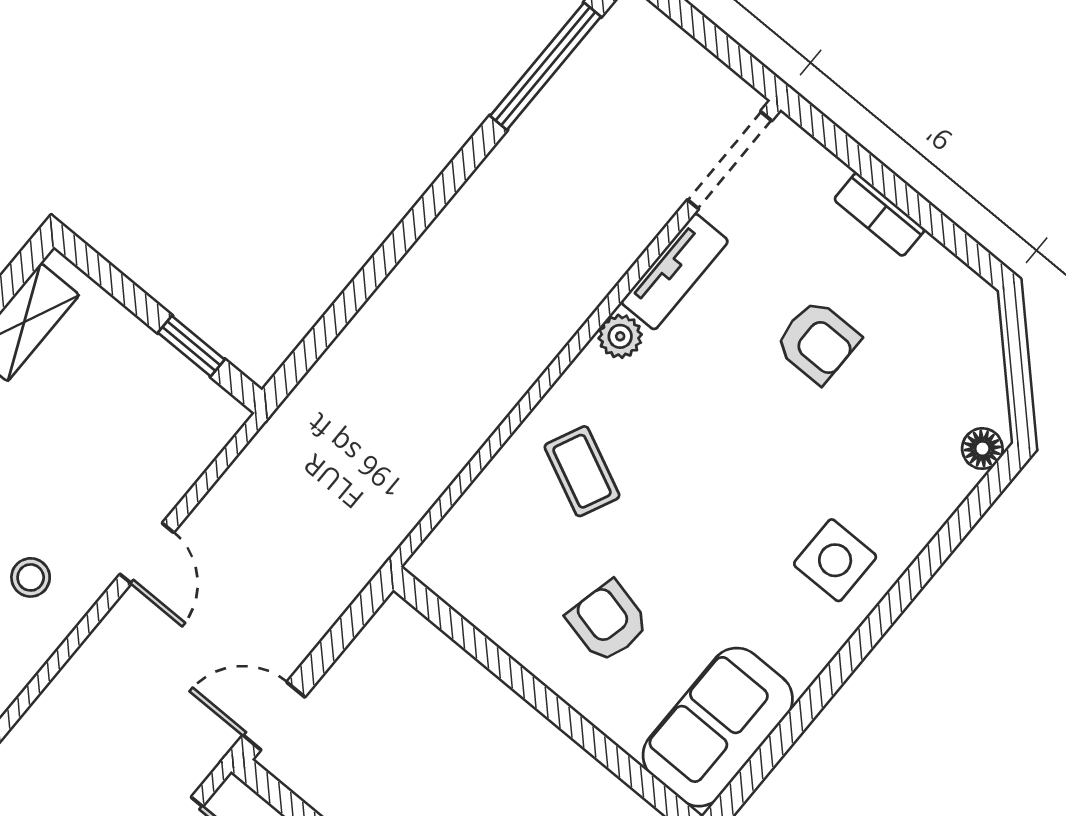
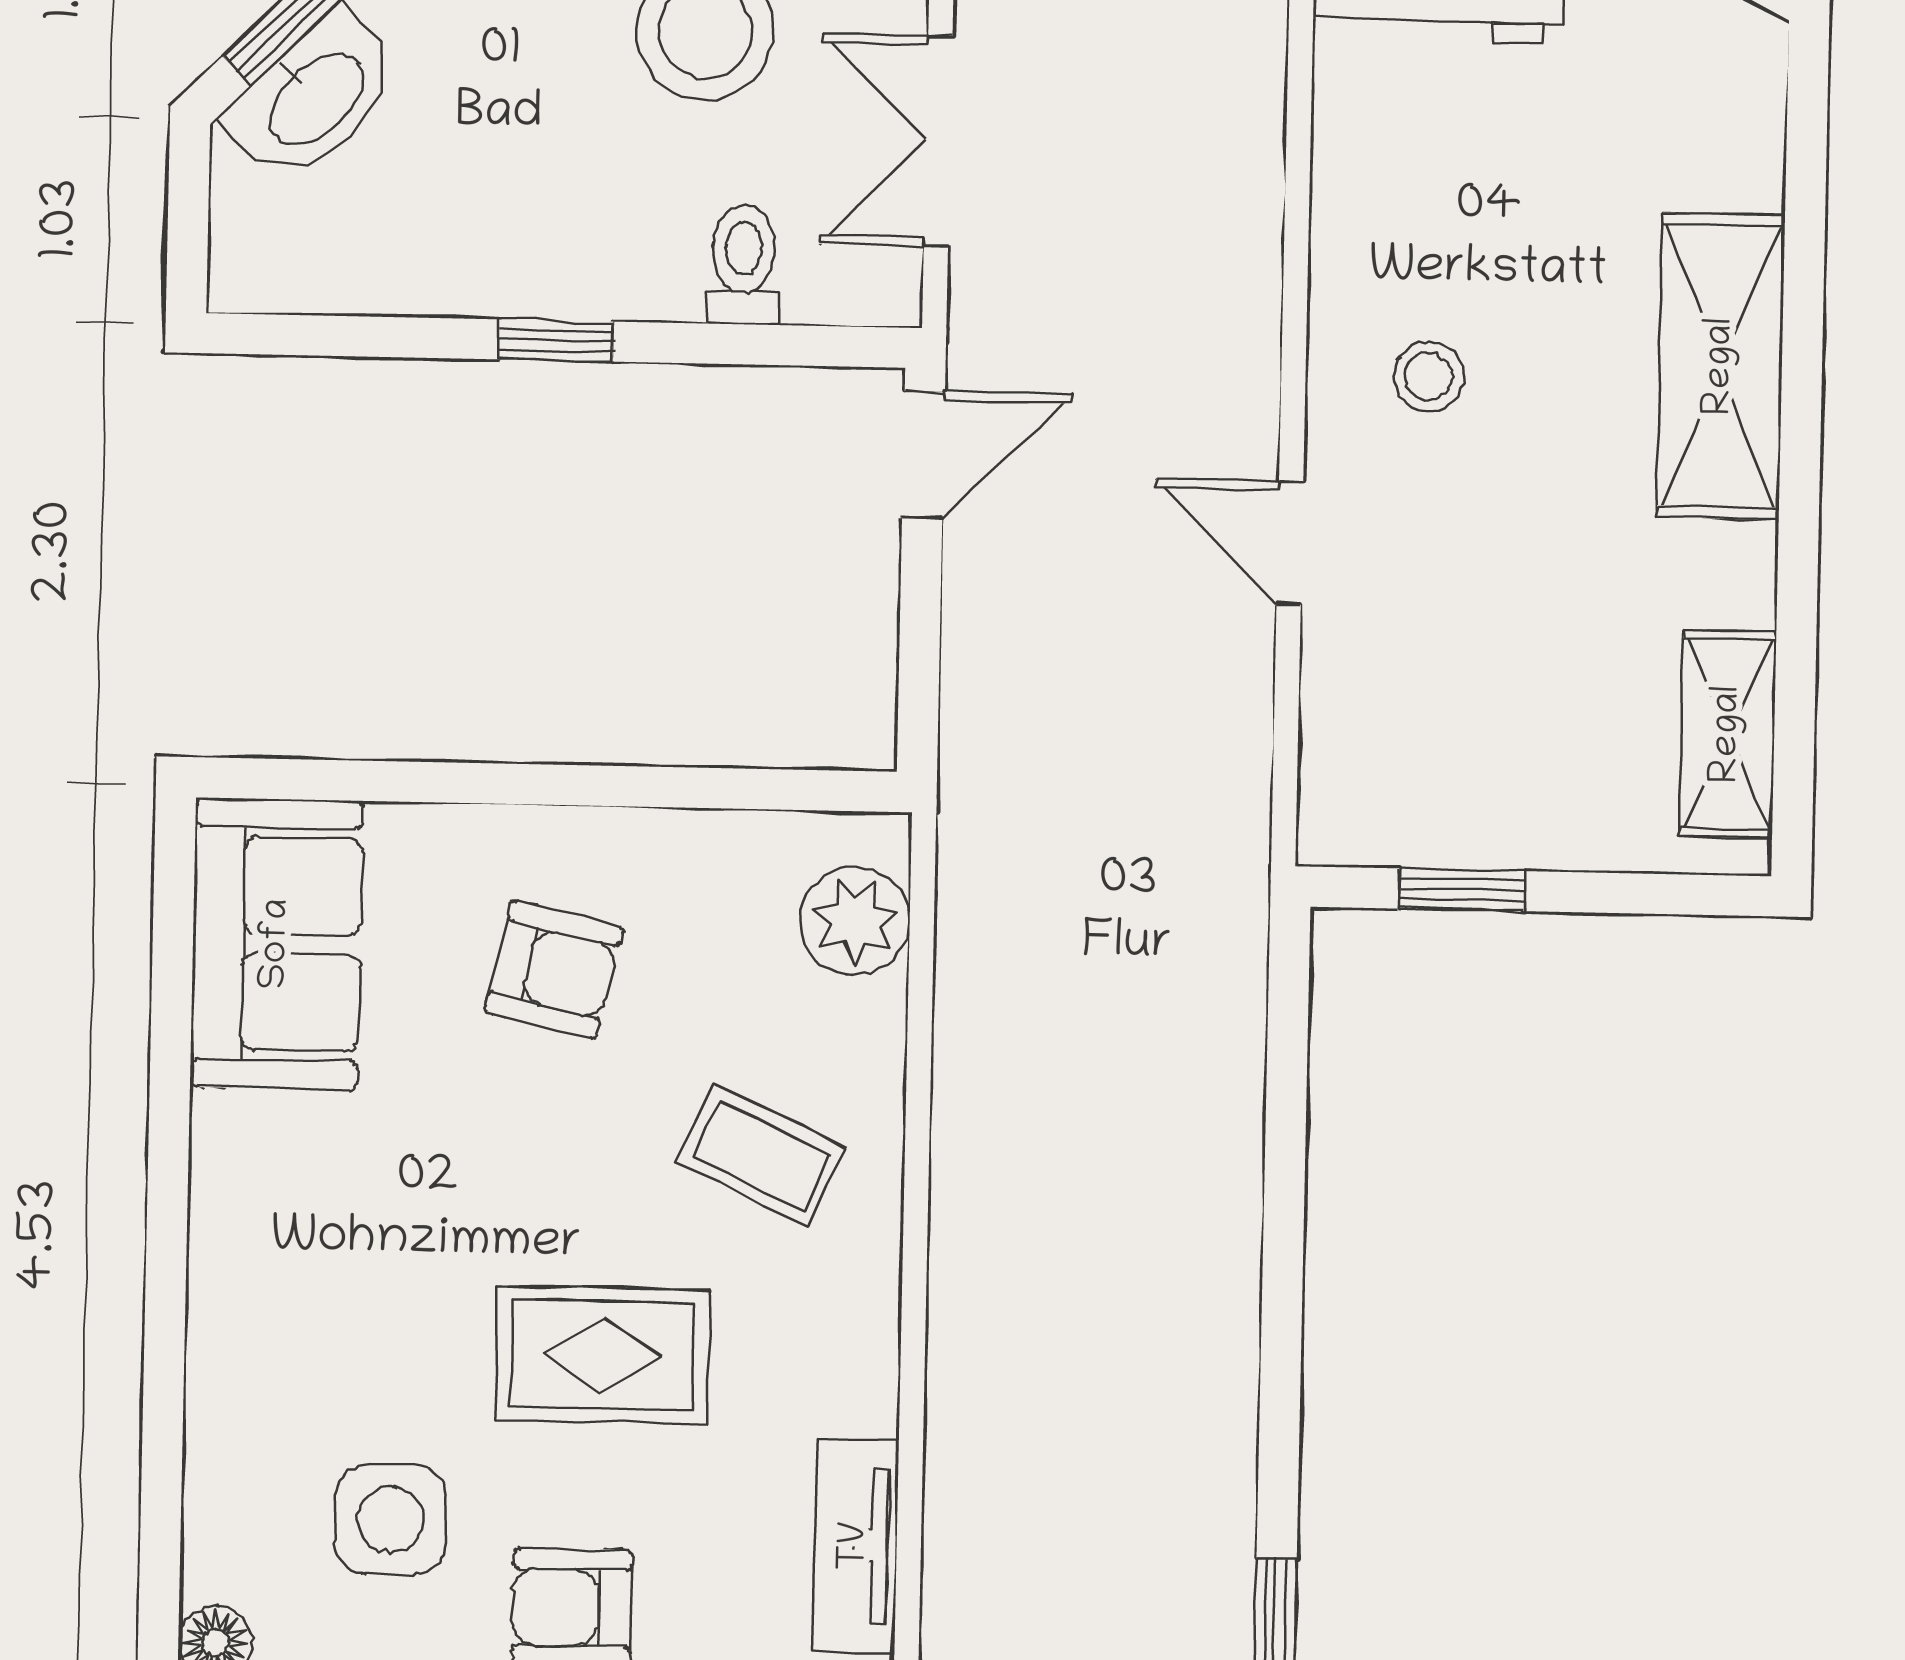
plant: (620, 336) -> (855, 921), moved, width x1.38, depth x1.38
rug: (718, 440) -> (602, 1355), added
side table: (835, 560) -> (391, 1520), moved

